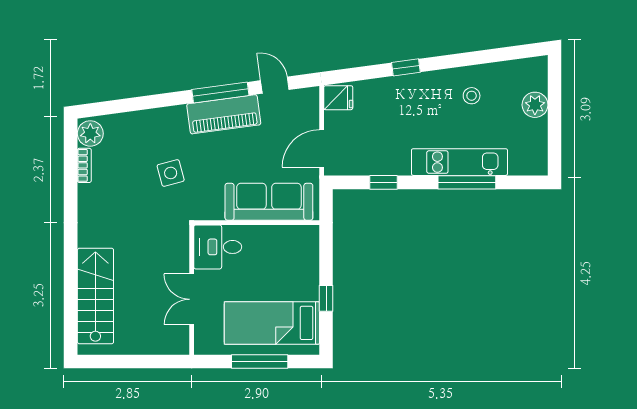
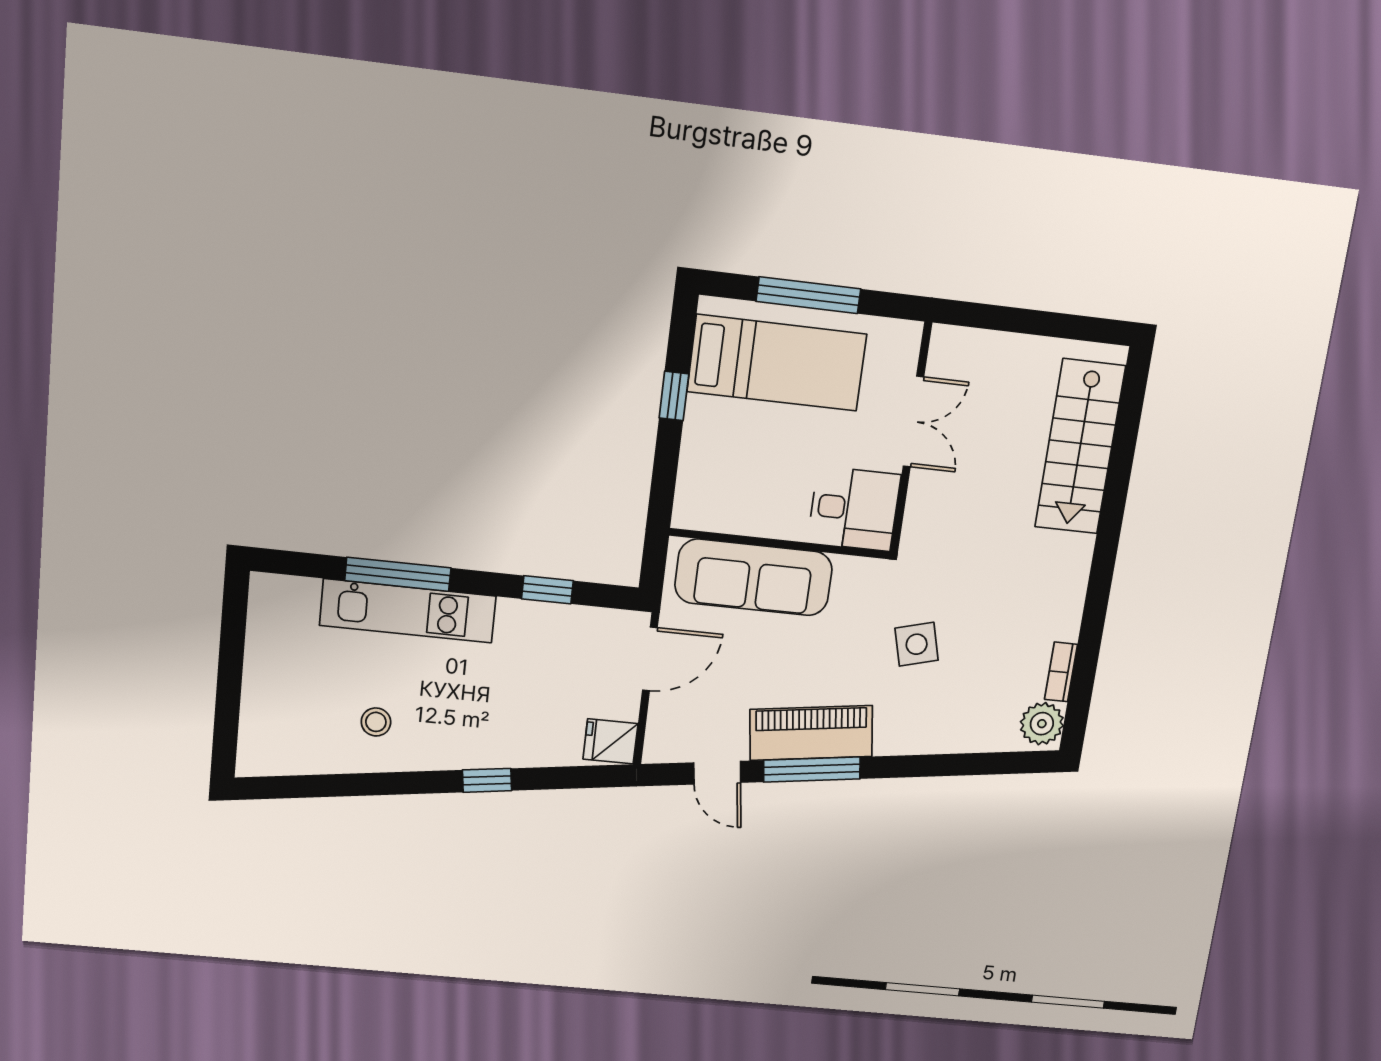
plant: (535, 105) -> (264, 696), removed

